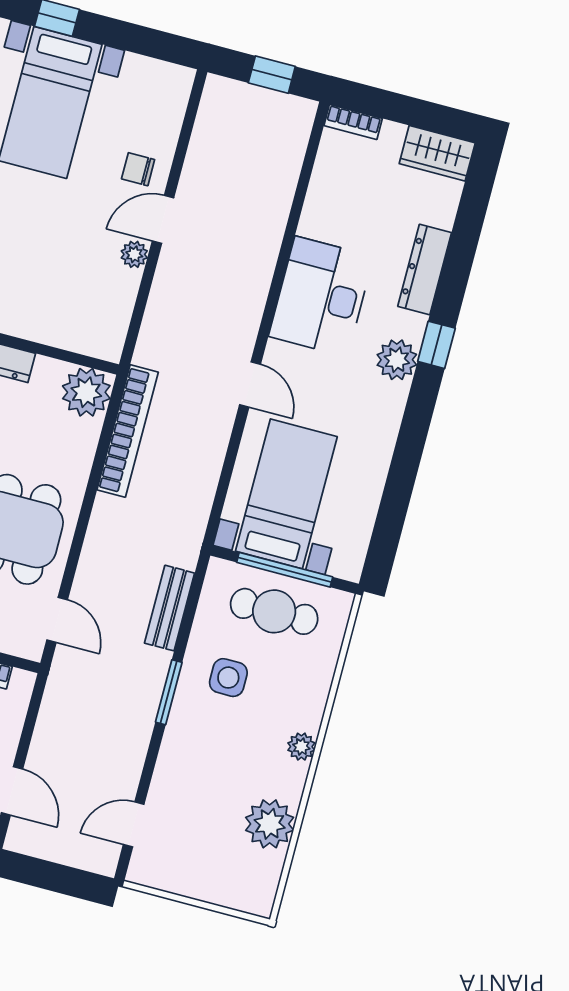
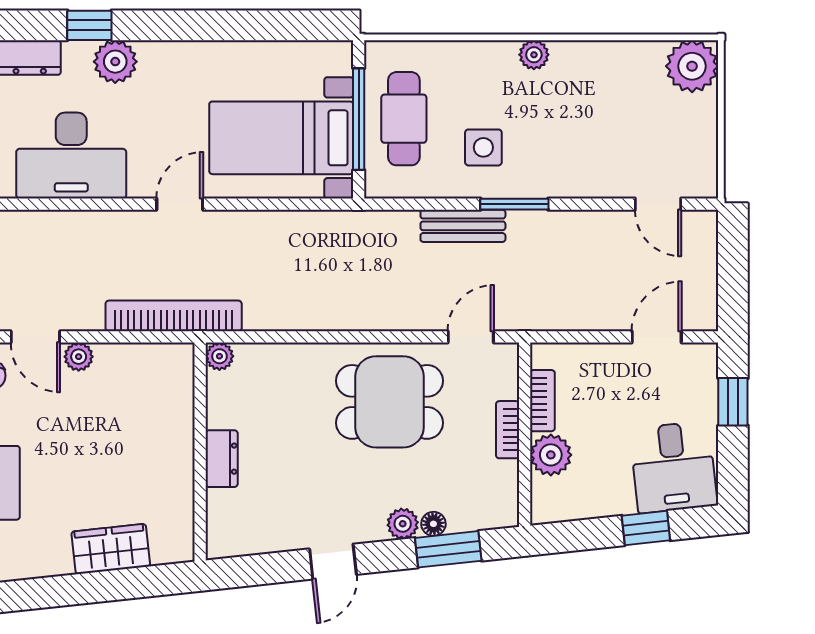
plant: (86, 392) -> (219, 356), width x0.53, depth x0.53
bookcase: (128, 431) -> (174, 316), moved
bench: (170, 608) -> (463, 226), moved
plant: (270, 824) -> (692, 66), moved

